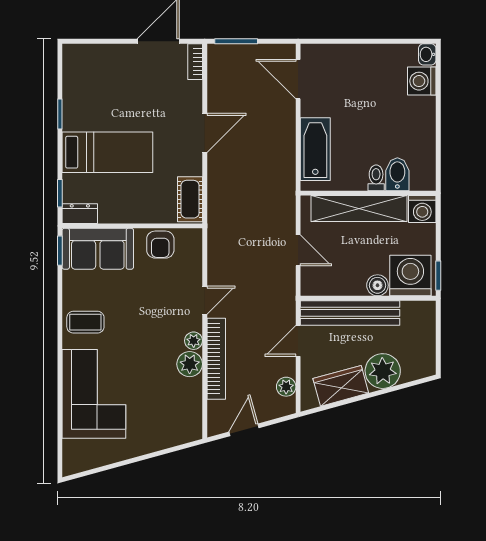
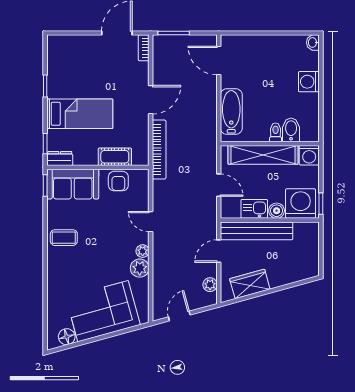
washing machine: (422, 81) -> (309, 82), moved
cot: (190, 199) -> (115, 157), moved, turned 90
kitchen sink: (347, 283) -> (254, 209), added
door: (205, 300) -> (151, 222), swing flipped
bookcase: (216, 359) -> (159, 149), moved
plant: (383, 371) -> (280, 273), removed
corner sofa: (94, 394) -> (103, 311), moved, turned -105
floor lamp: (89, 458) -> (67, 337), added

